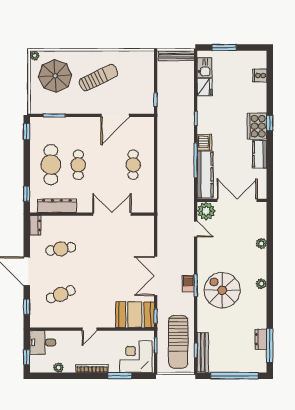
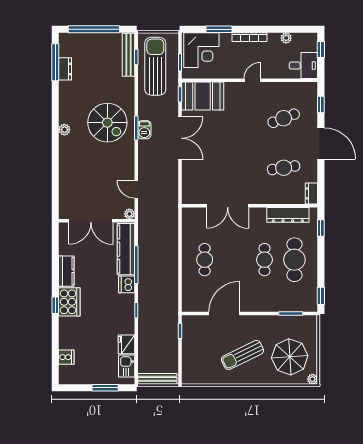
plant: (206, 211) -> (129, 214), width x0.53, depth x0.53
plant: (261, 243) -> (65, 174), removed

